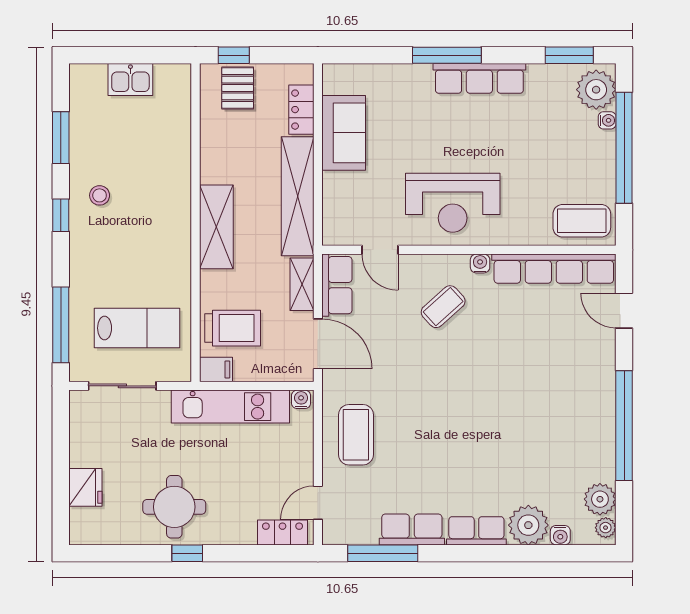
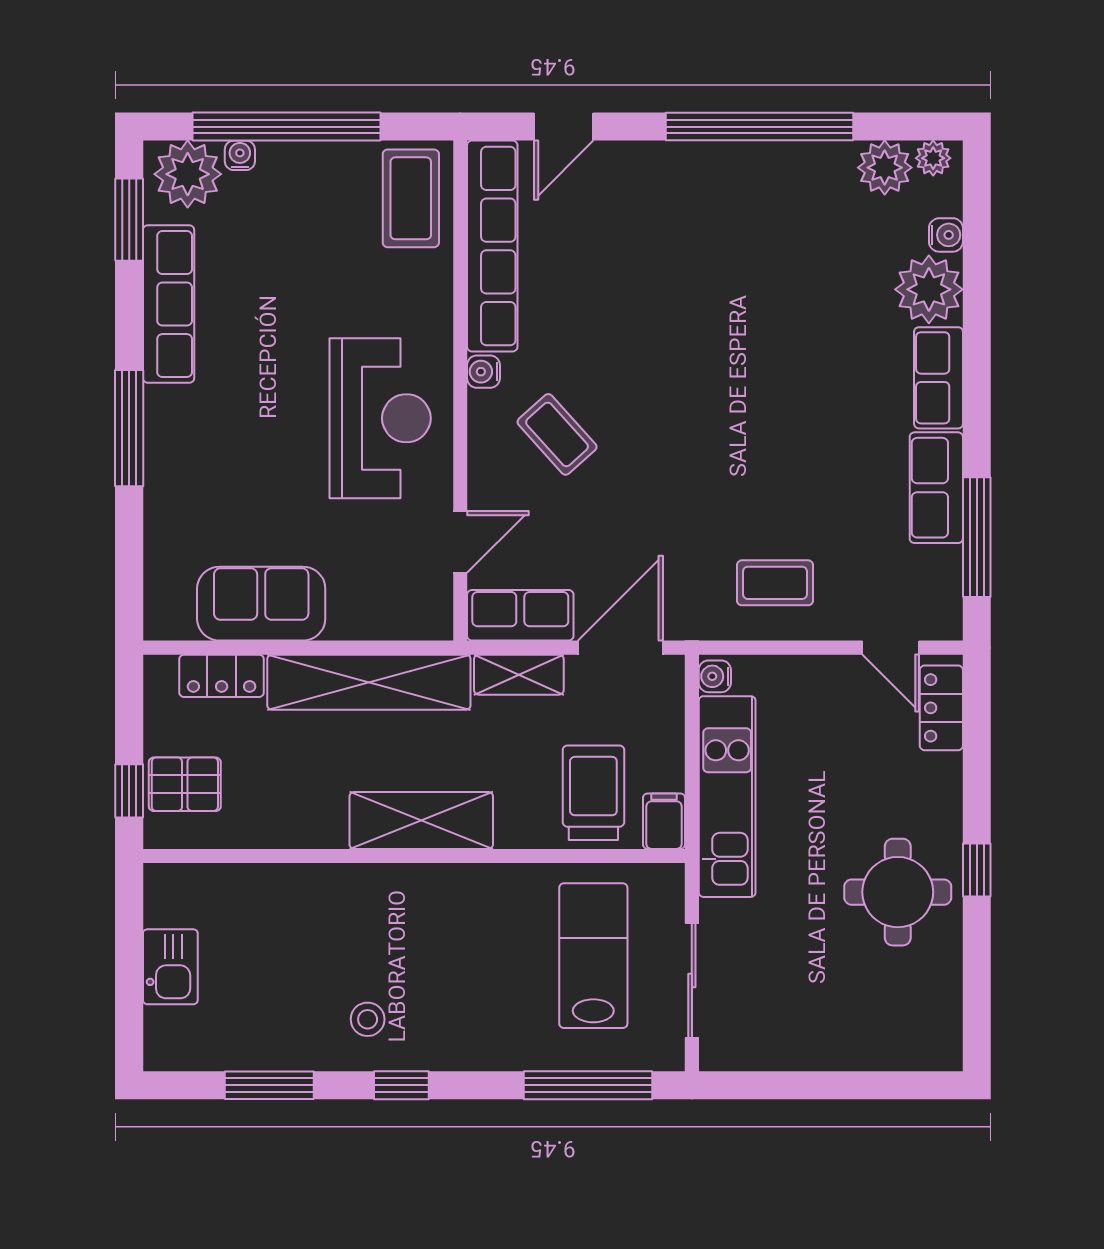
row of seats: (479, 78) -> (169, 304), moved
coffee table: (356, 435) -> (775, 583), width x0.73, depth x0.77
fridge: (85, 487) -> (865, 1043), removed

